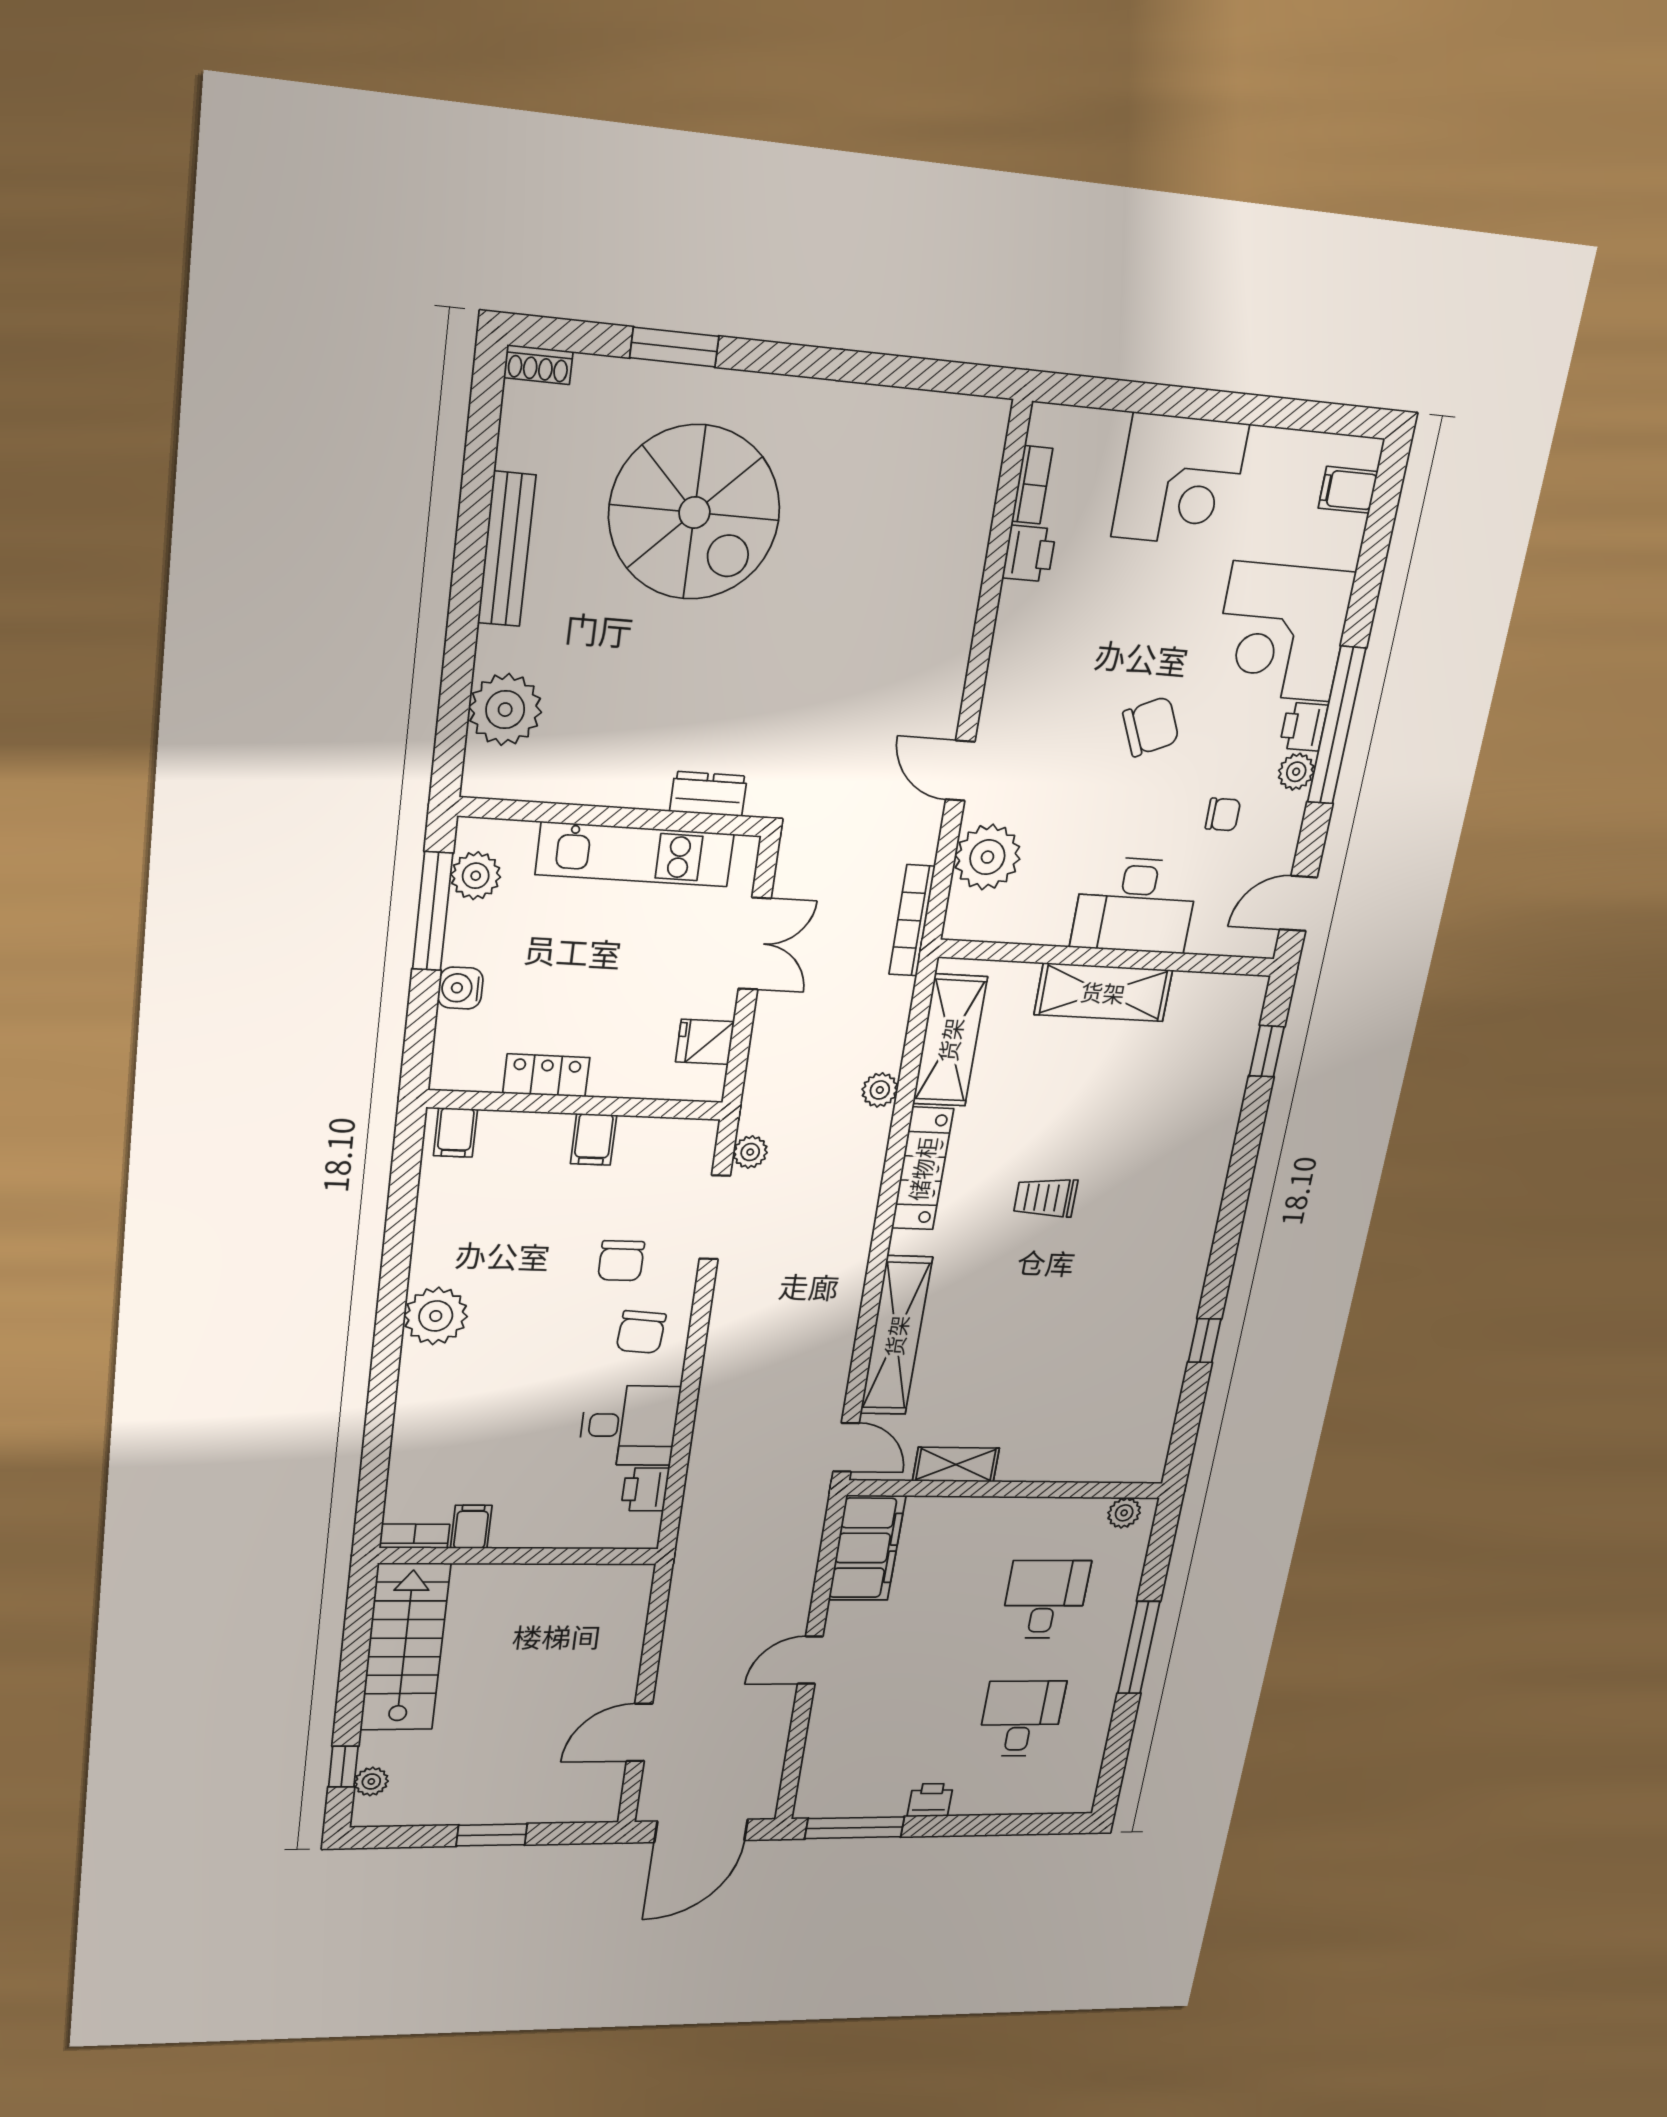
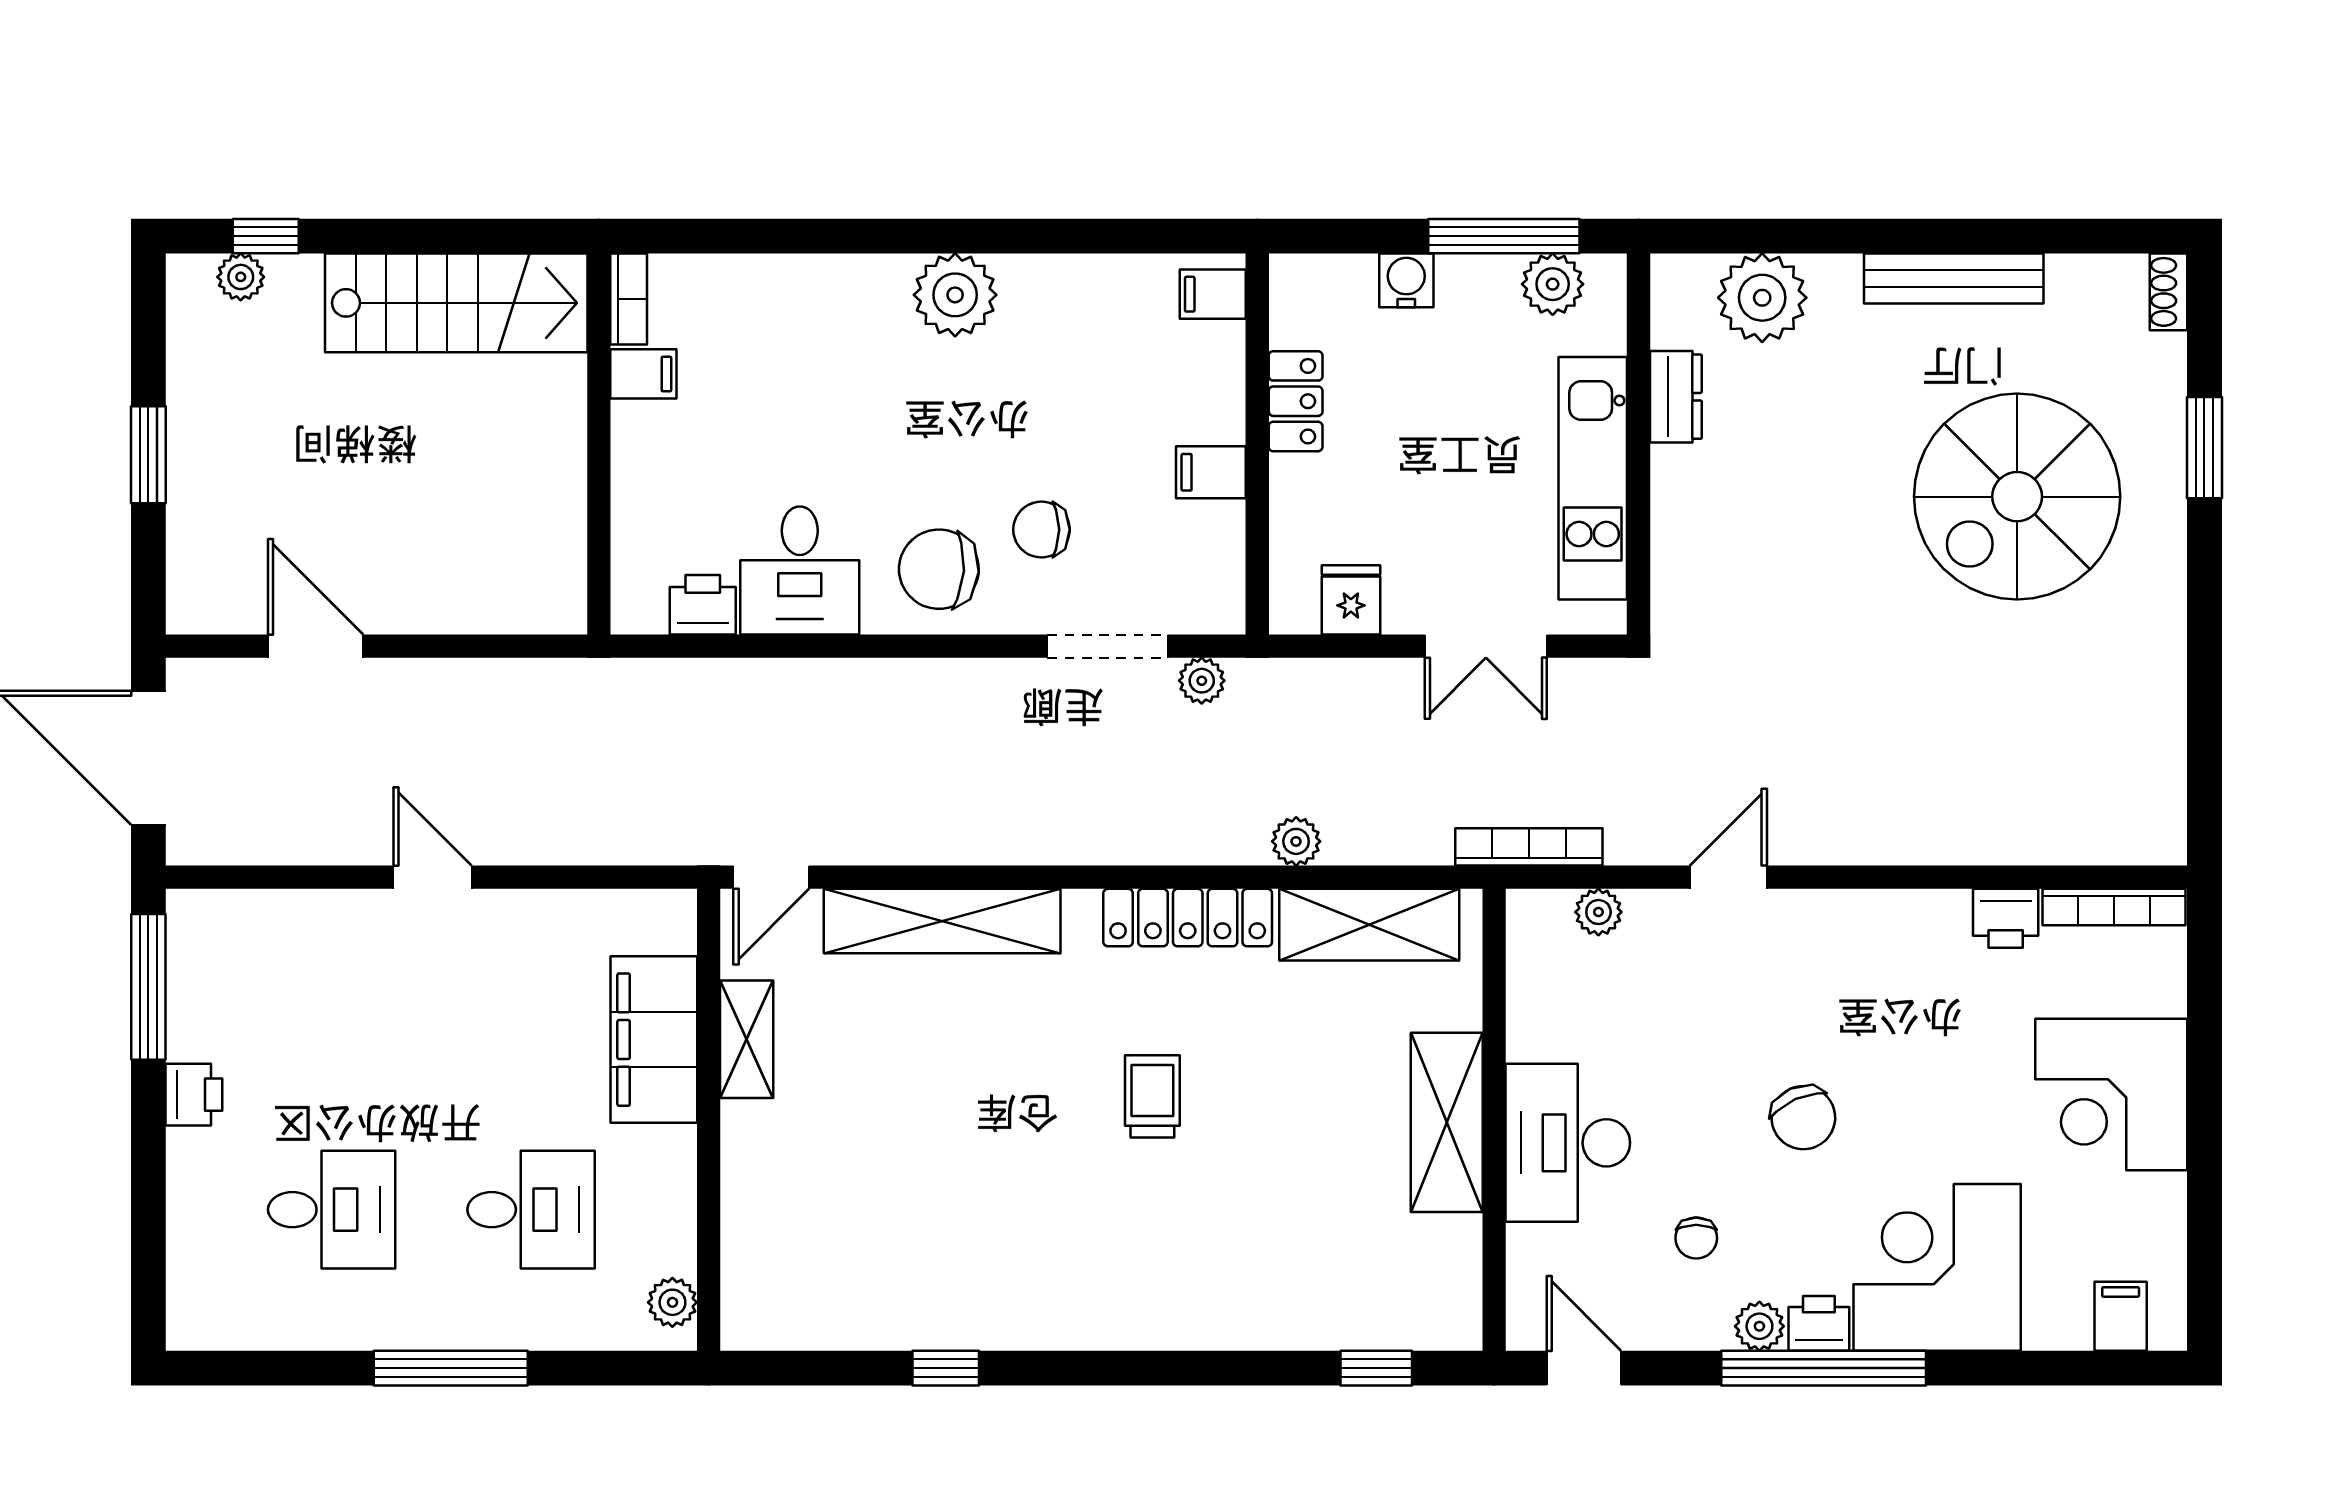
bookcase: (1032, 485) -> (2114, 907), width x1.56
dresser: (708, 794) -> (1676, 397), moved
plant: (987, 857) -> (1598, 912), width x0.53, depth x0.53
chair: (641, 1332) -> (939, 569), width x1.37, depth x1.37
filing cabinet: (867, 1548) -> (654, 1040), moved, turned 90

